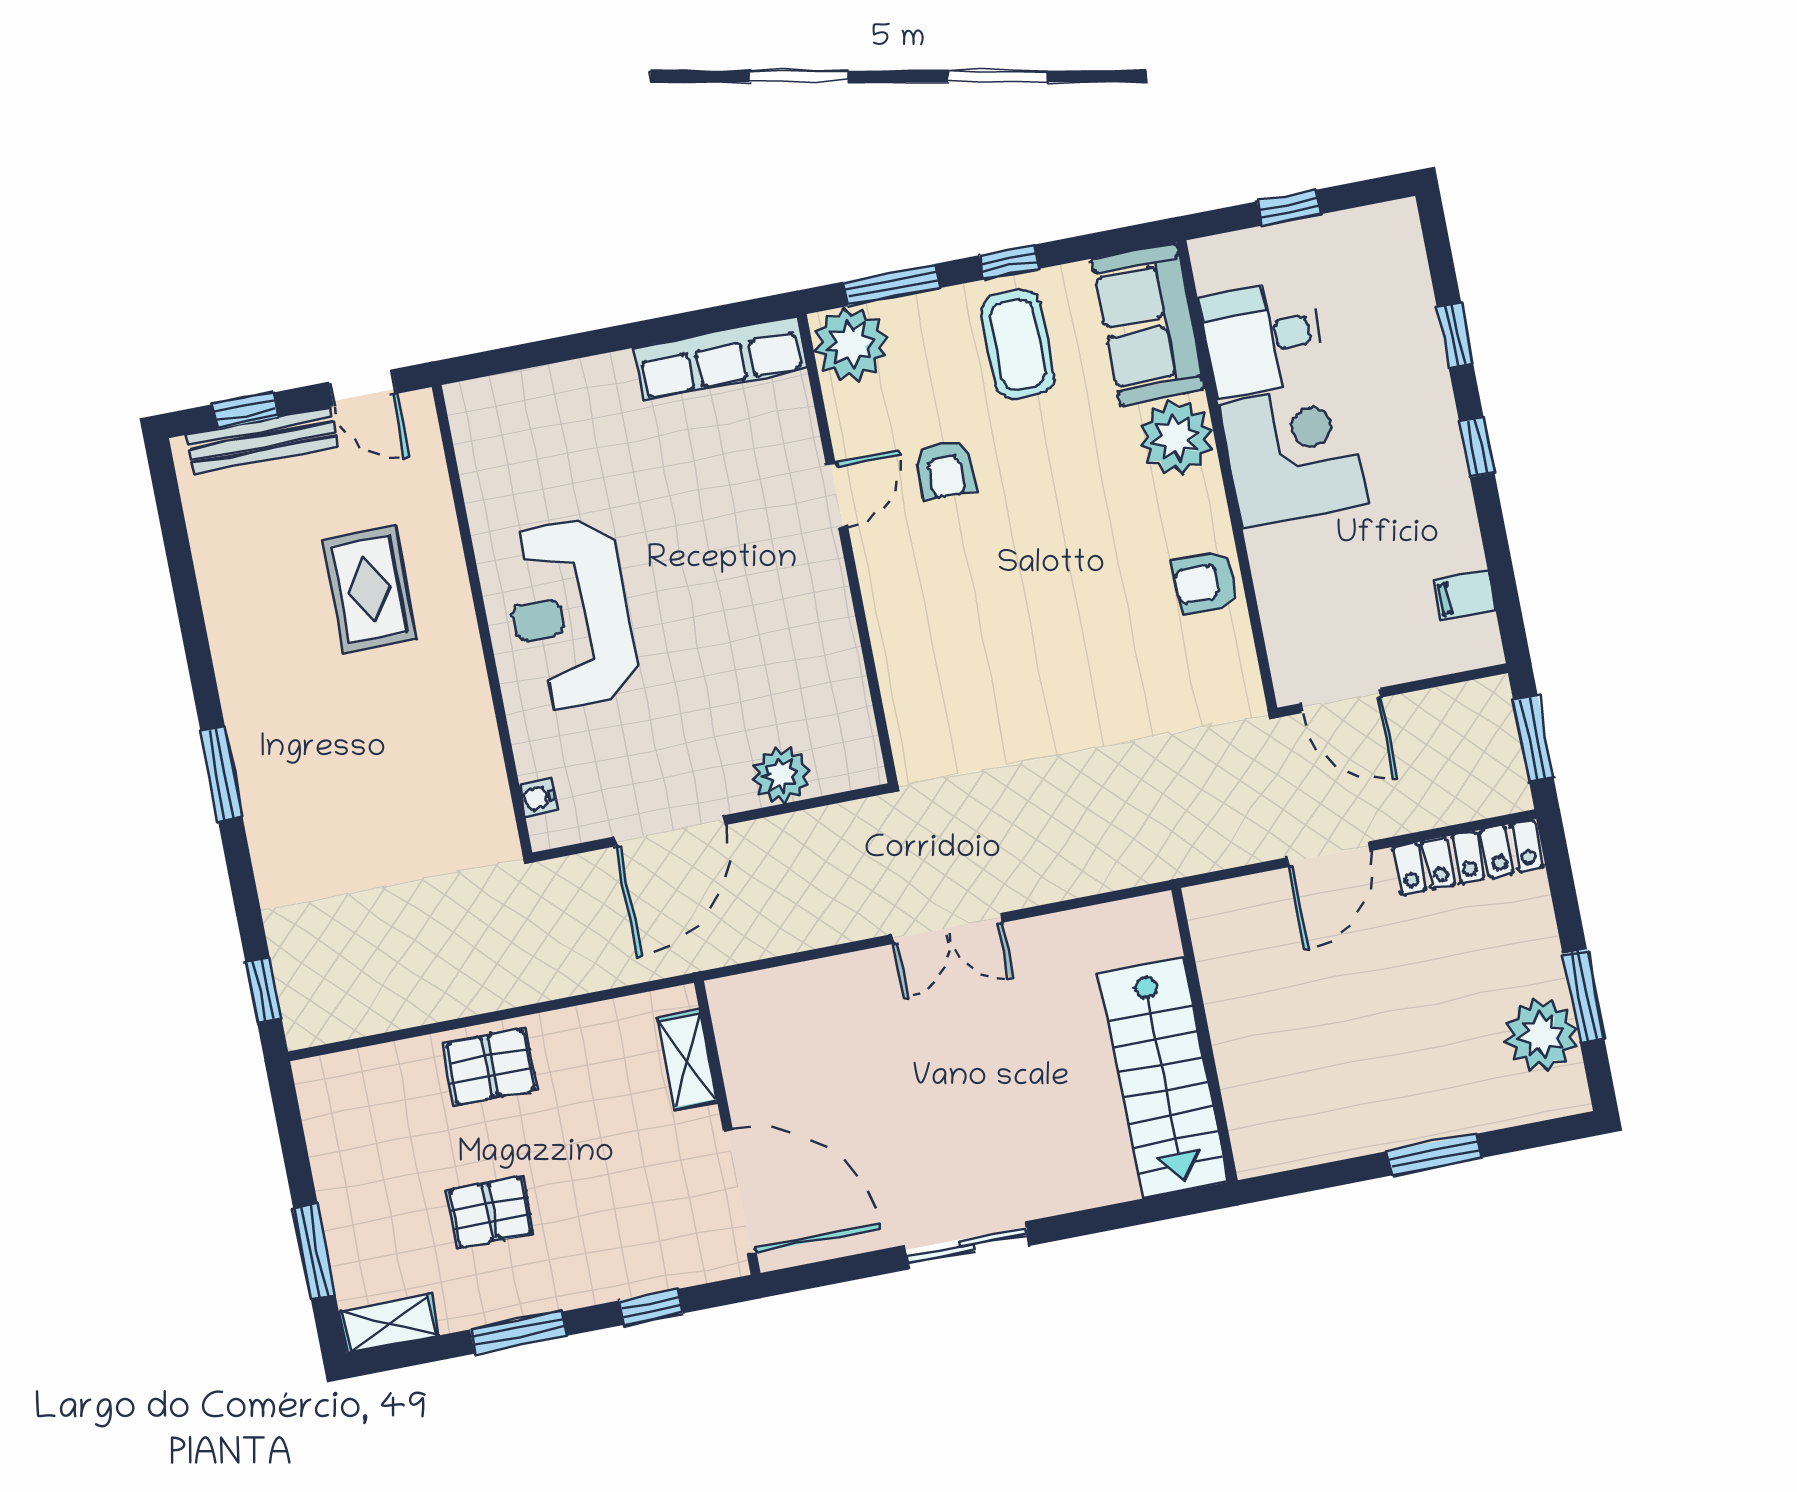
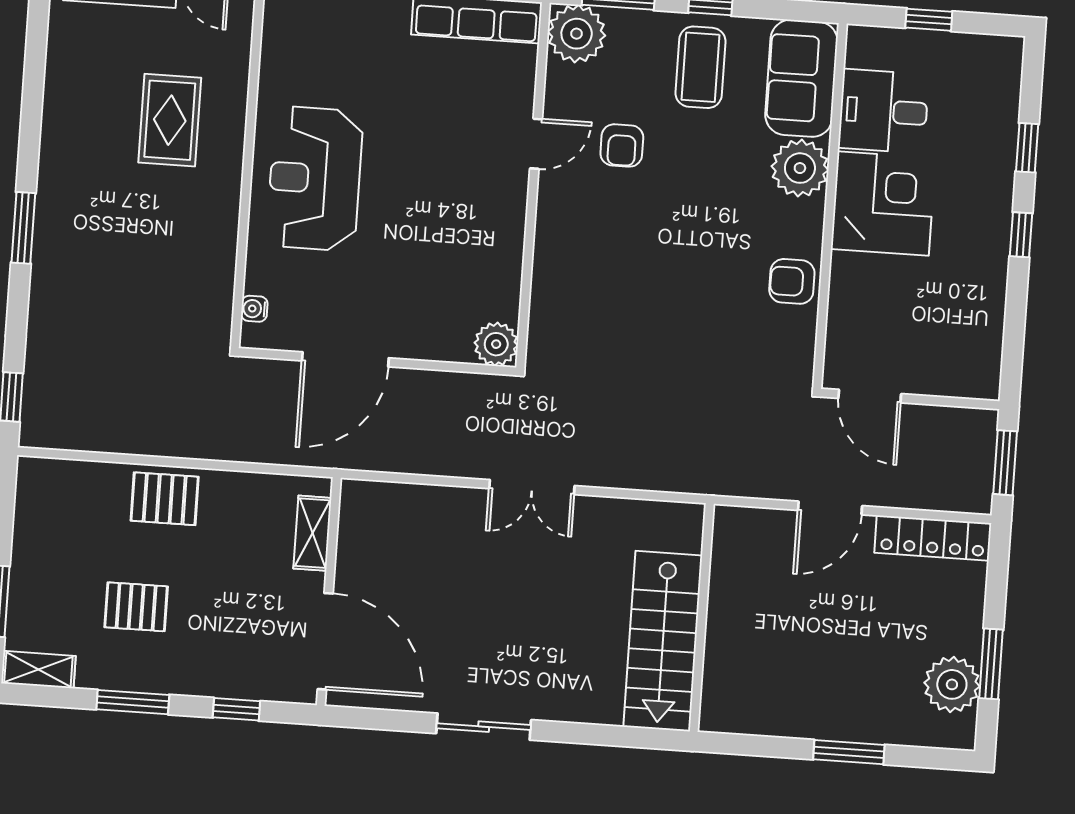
filing cabinet: (1464, 595) -> (982, 343), removed
plant: (781, 775) -> (496, 344), moved

